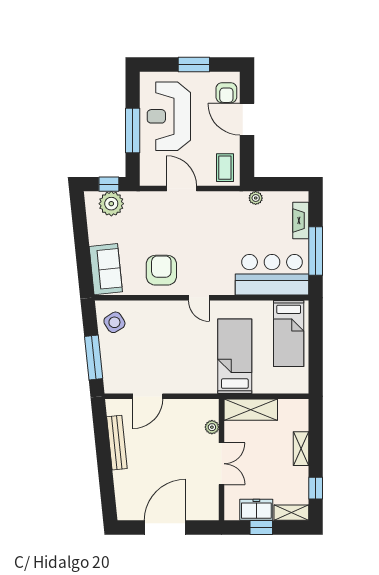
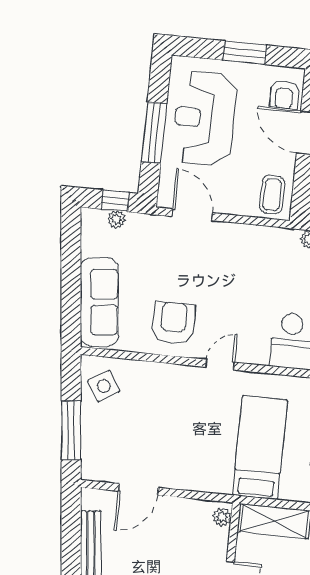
door: (182, 189) -> (192, 215), moved
plant: (111, 204) -> (116, 219), width x0.53, depth x0.53
sofa: (106, 269) -> (99, 302), width x1.36
door: (199, 298) -> (220, 365), swing flipped
plant: (212, 427) -> (222, 517), moved

